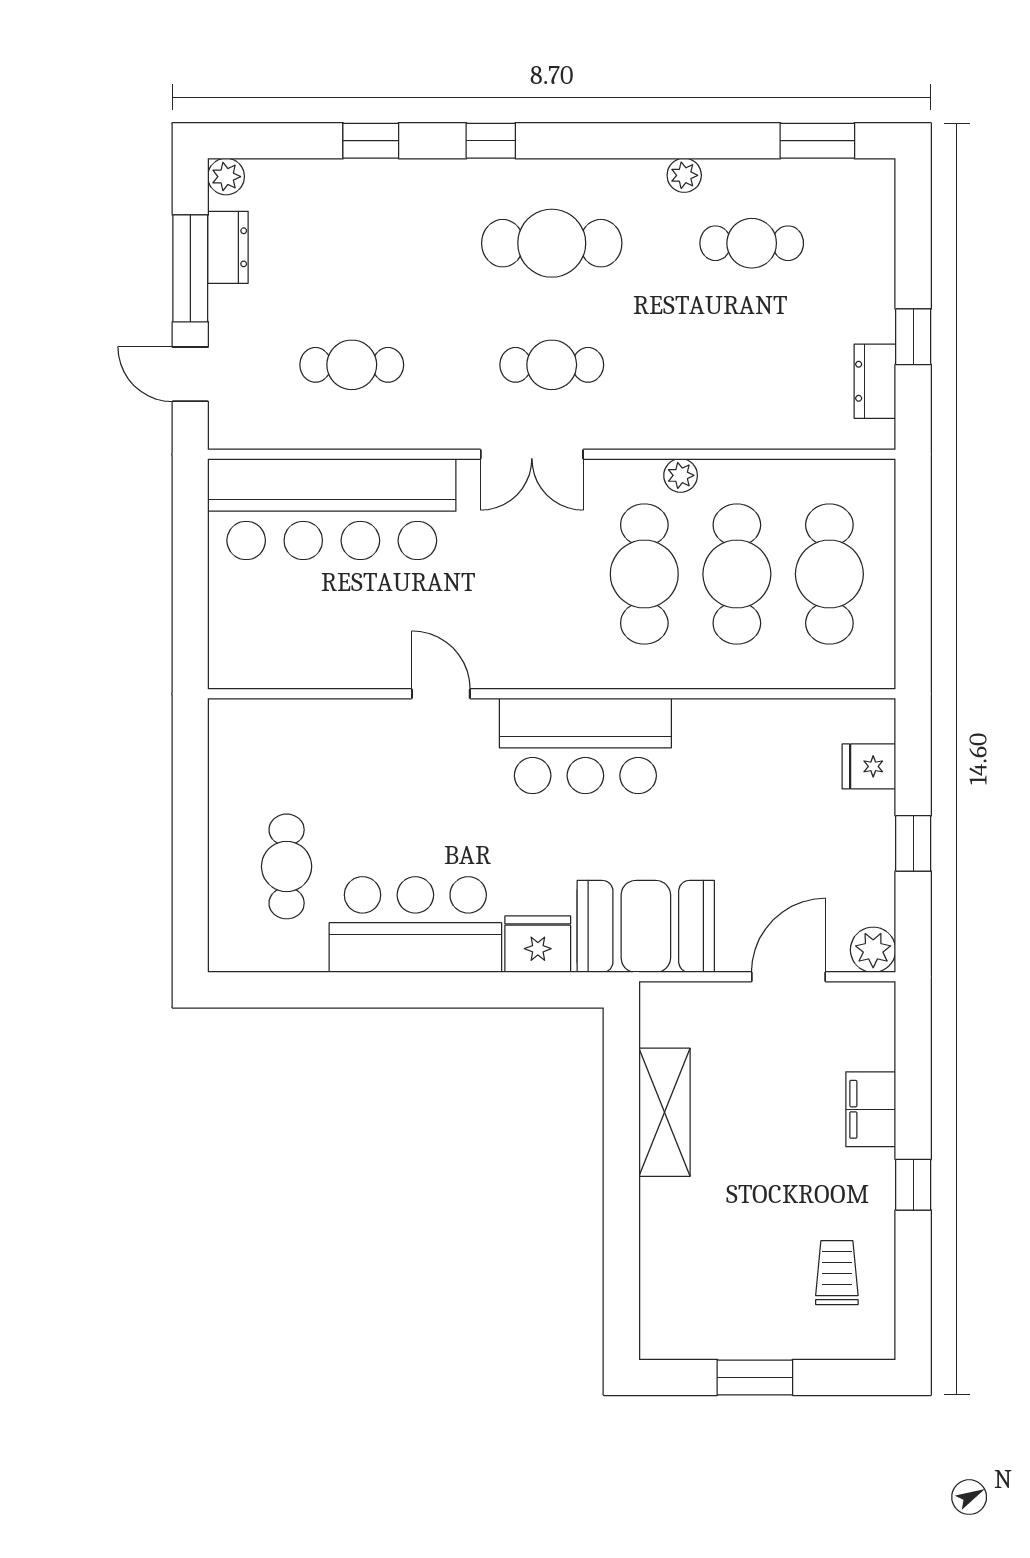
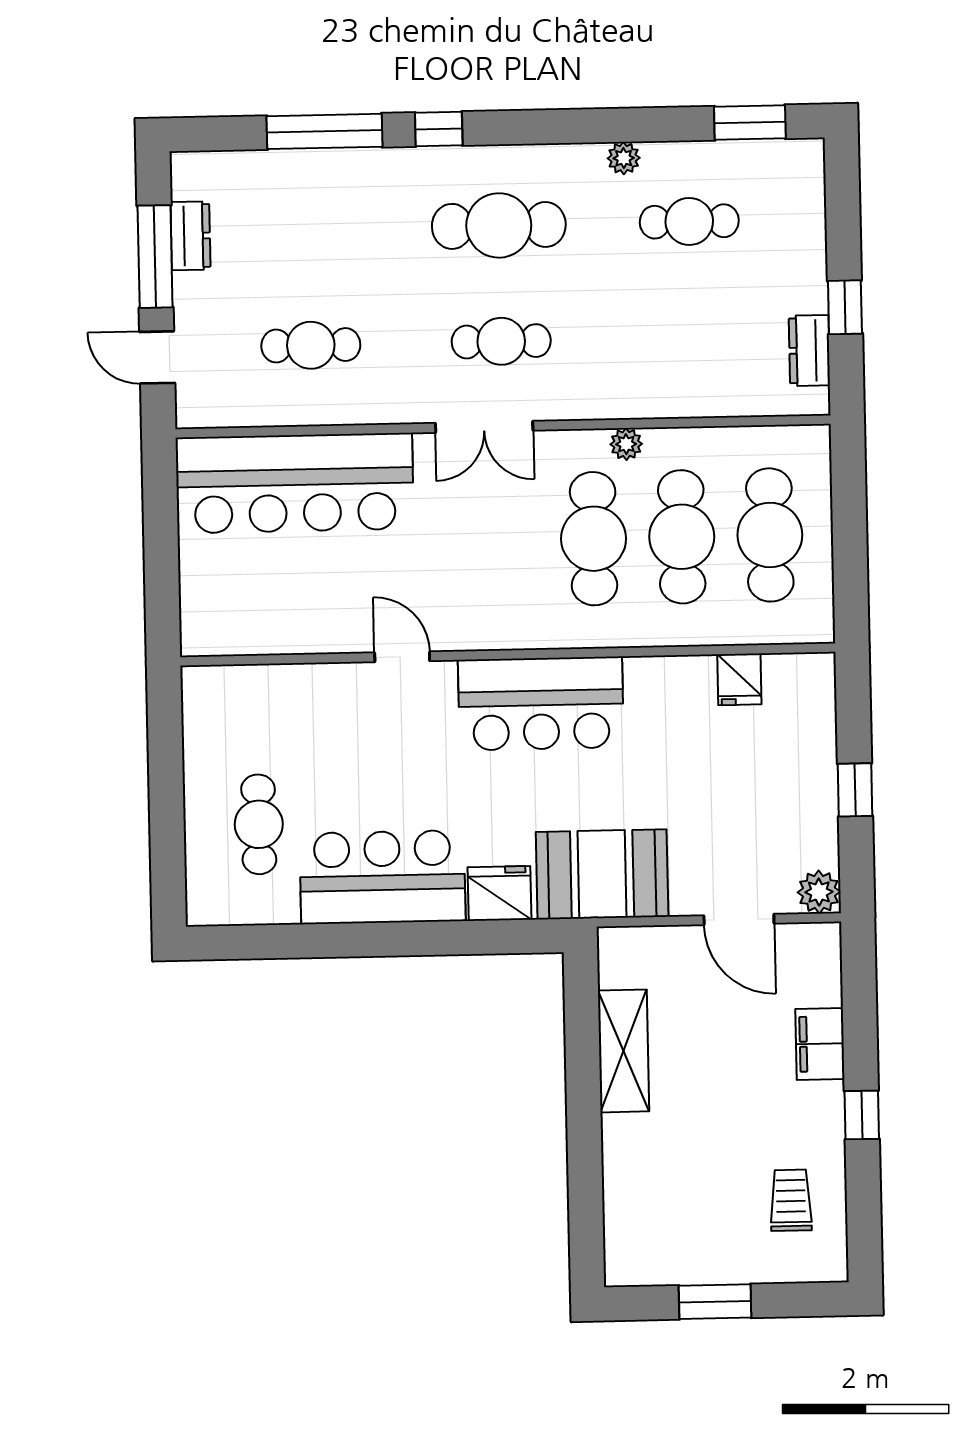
window: (371, 141) -> (324, 131), width x2.17
plant: (226, 177) -> (187, 168), removed
fridge: (869, 766) -> (739, 679), moved, turned -90
door: (789, 977) -> (739, 919), swing flipped

